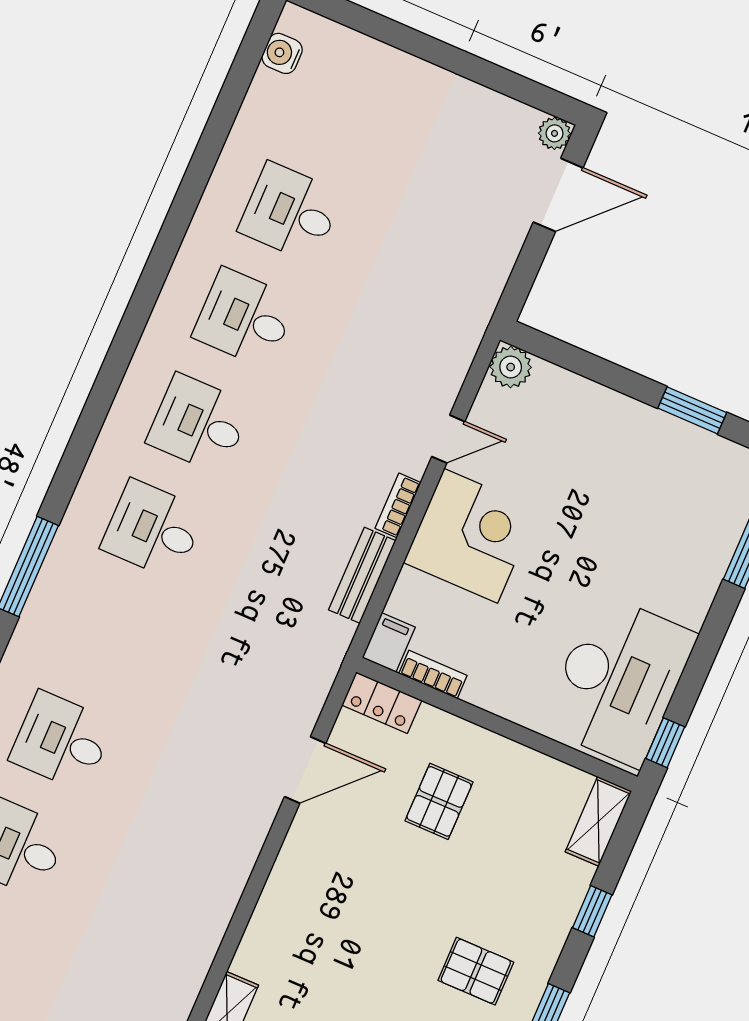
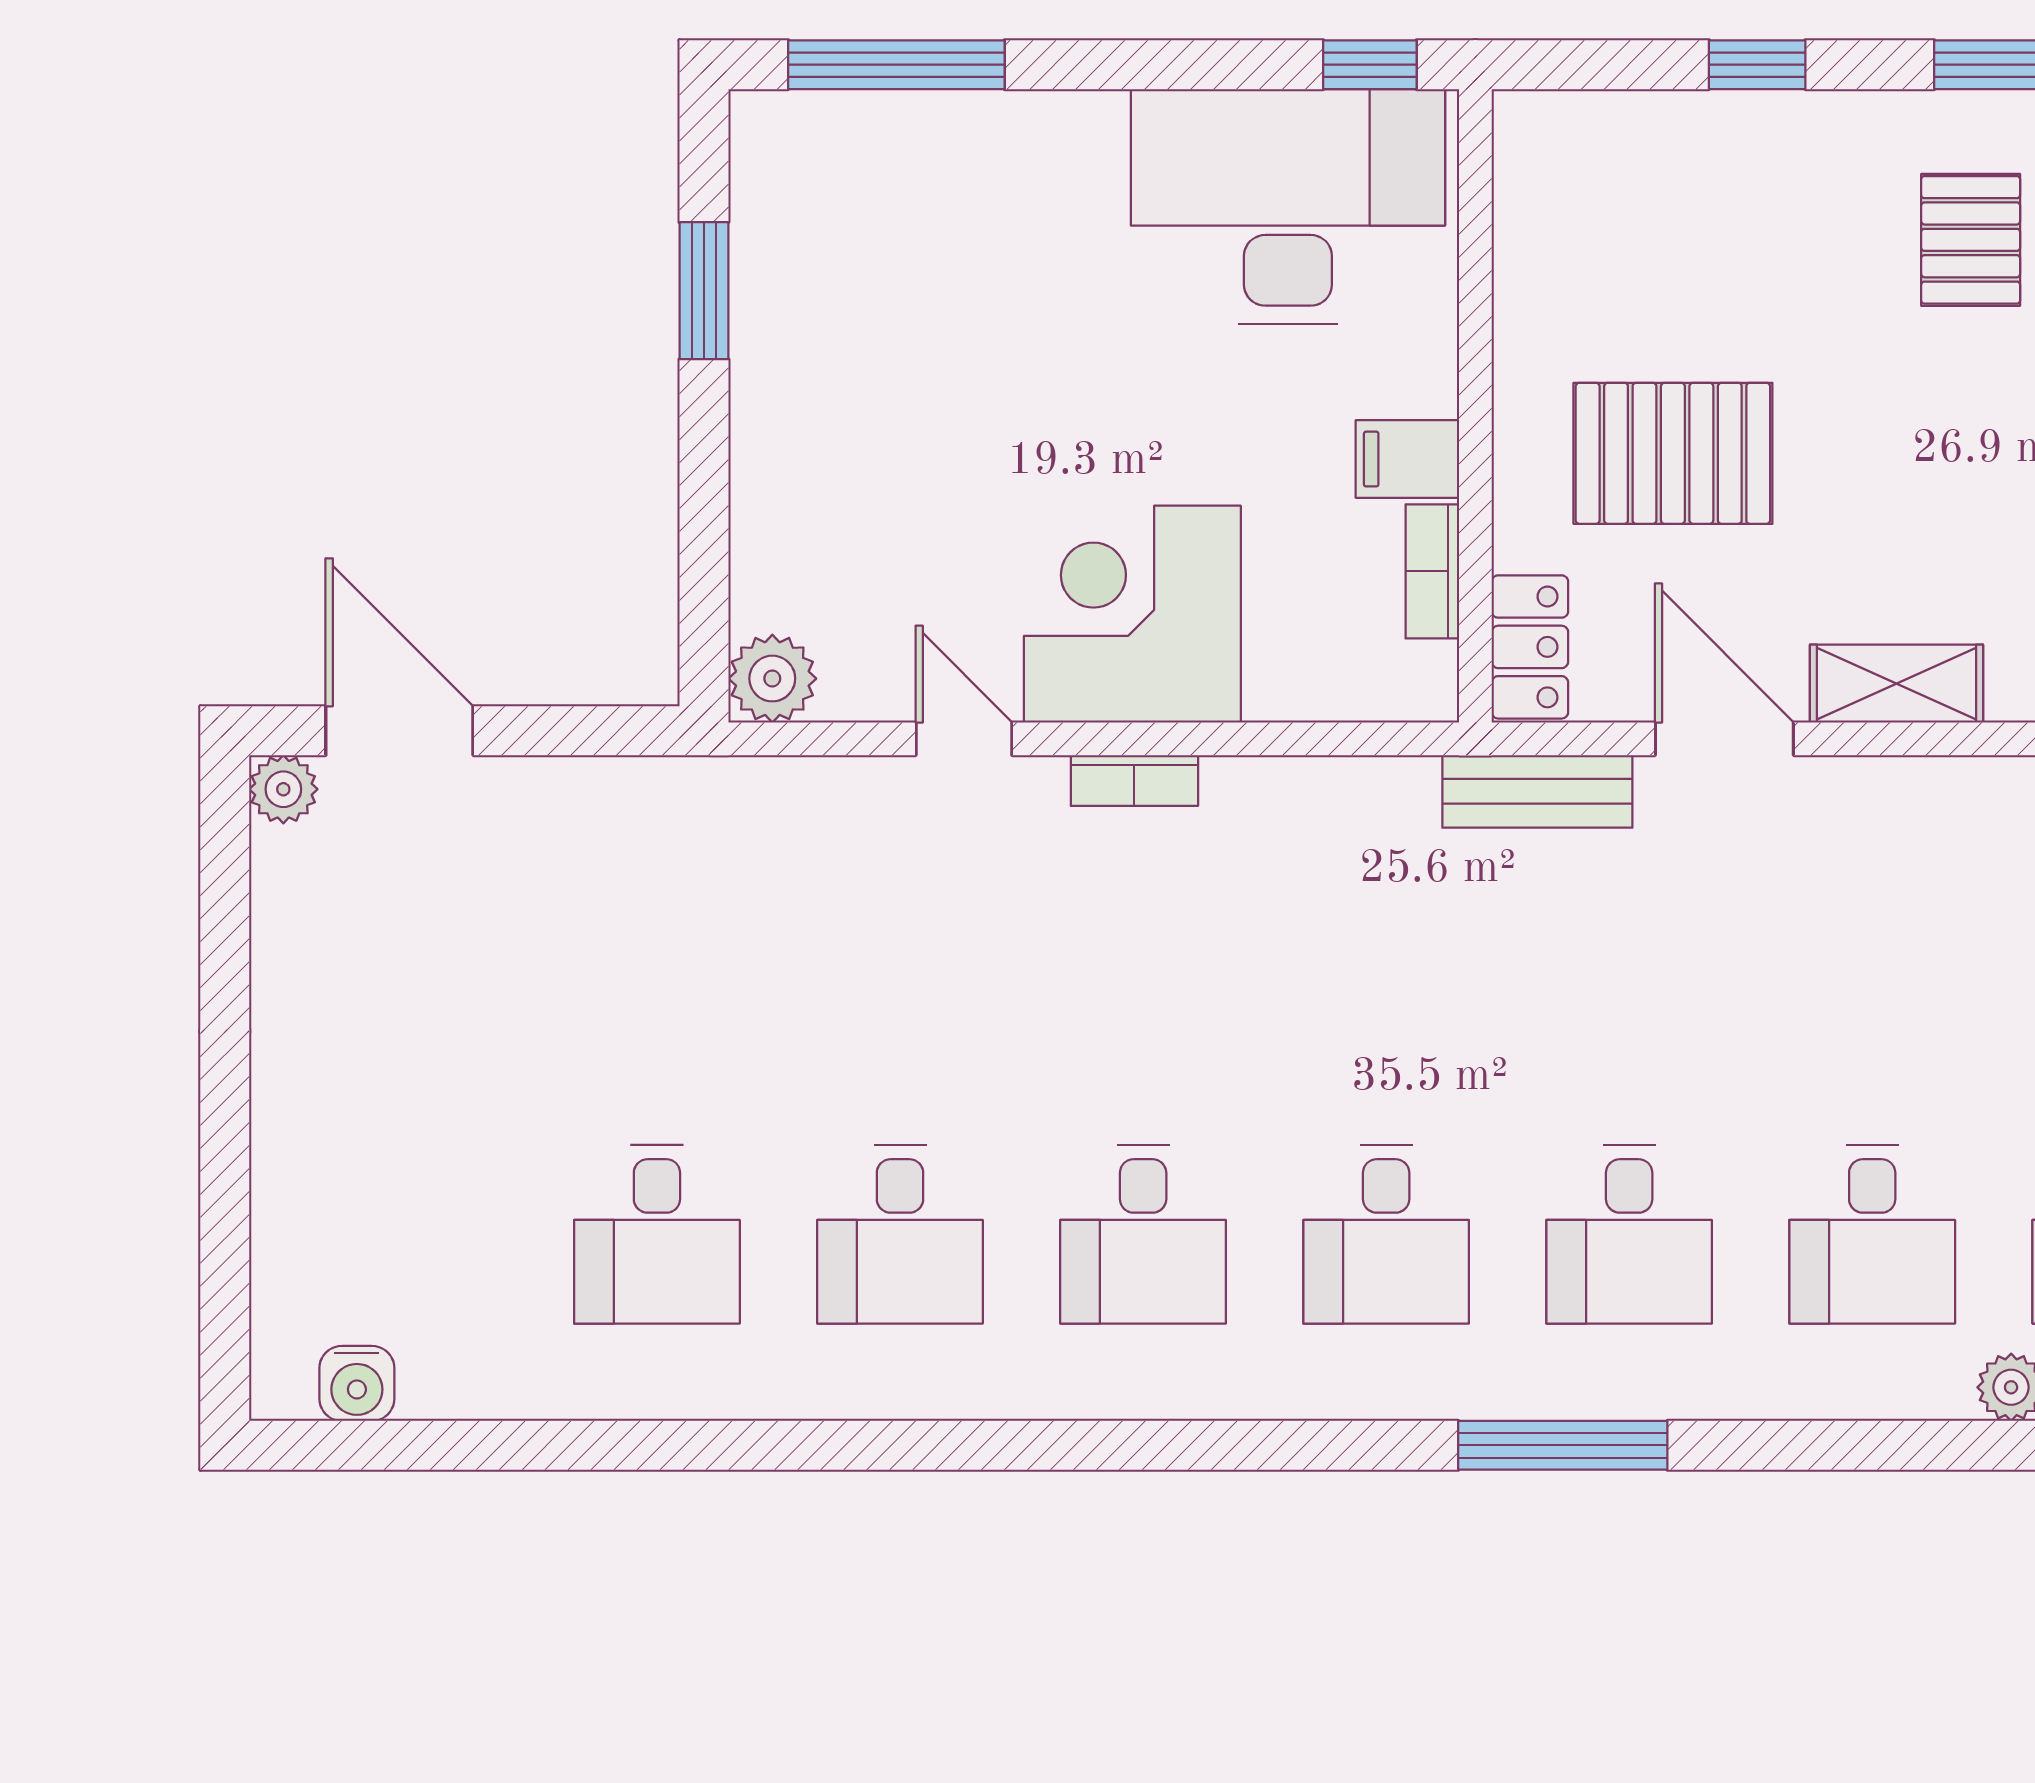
bench: (362, 575) -> (1537, 791), moved
desk: (107, 635) -> (1629, 1234), added
filing cabinet: (389, 642) -> (1407, 459), moved
pallet: (439, 801) -> (1673, 453), width x1.50, depth x1.42
shelving: (598, 821) -> (1897, 684), moved

